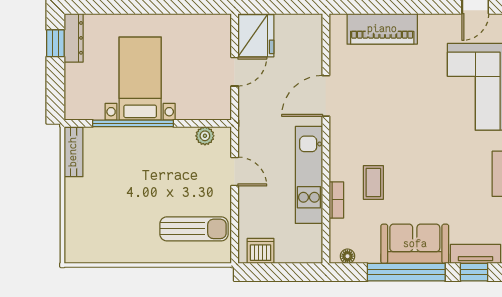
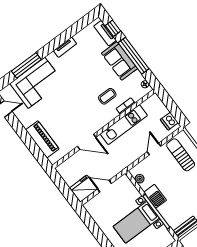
barbecue: (159, 140) -> (155, 196), added
door: (235, 172) -> (154, 149), moved

